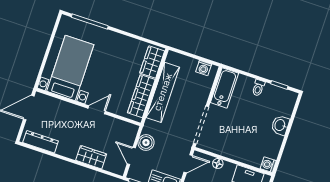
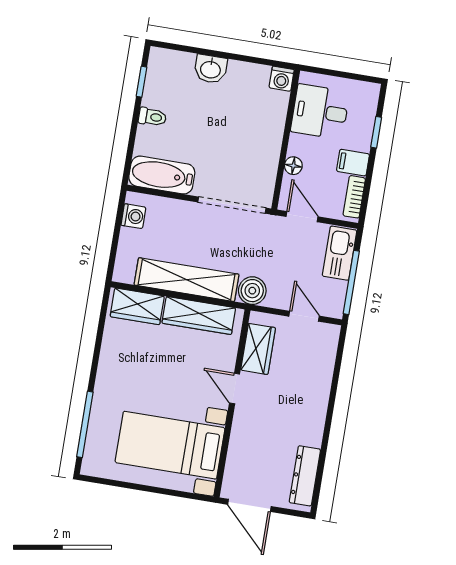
boiler: (146, 143) -> (252, 291), moved
door: (131, 156) -> (304, 316), swing flipped
wardrobe: (91, 157) -> (258, 349), moved, turned 180

